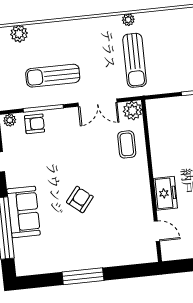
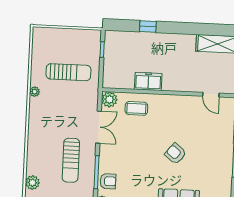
sun lounger: (135, 60) -> (68, 72), moved
armchair: (35, 124) -> (108, 181), turned 90
freezer: (165, 193) -> (148, 81), moved
door: (157, 231) -> (211, 95), swing flipped

